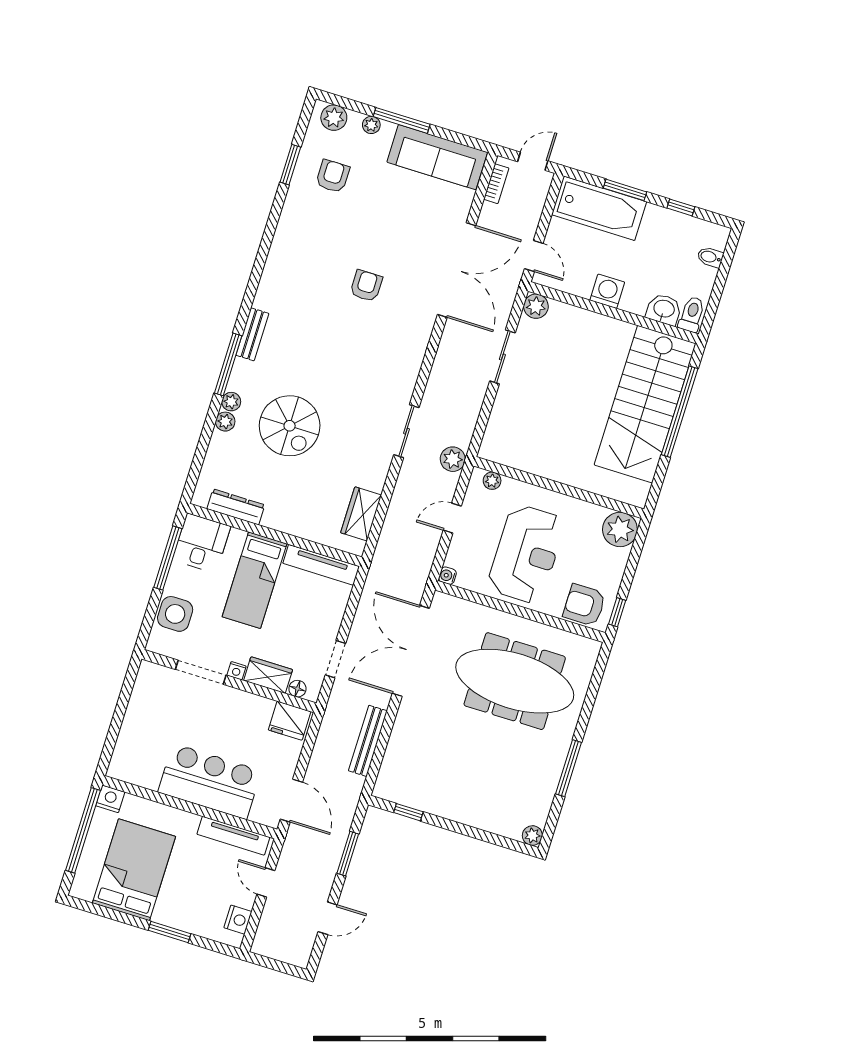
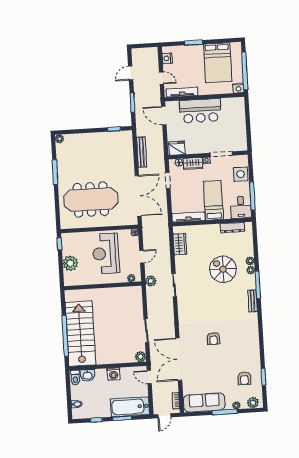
plant: (620, 529) -> (70, 263), moved
armchair: (584, 605) -> (74, 242), removed

